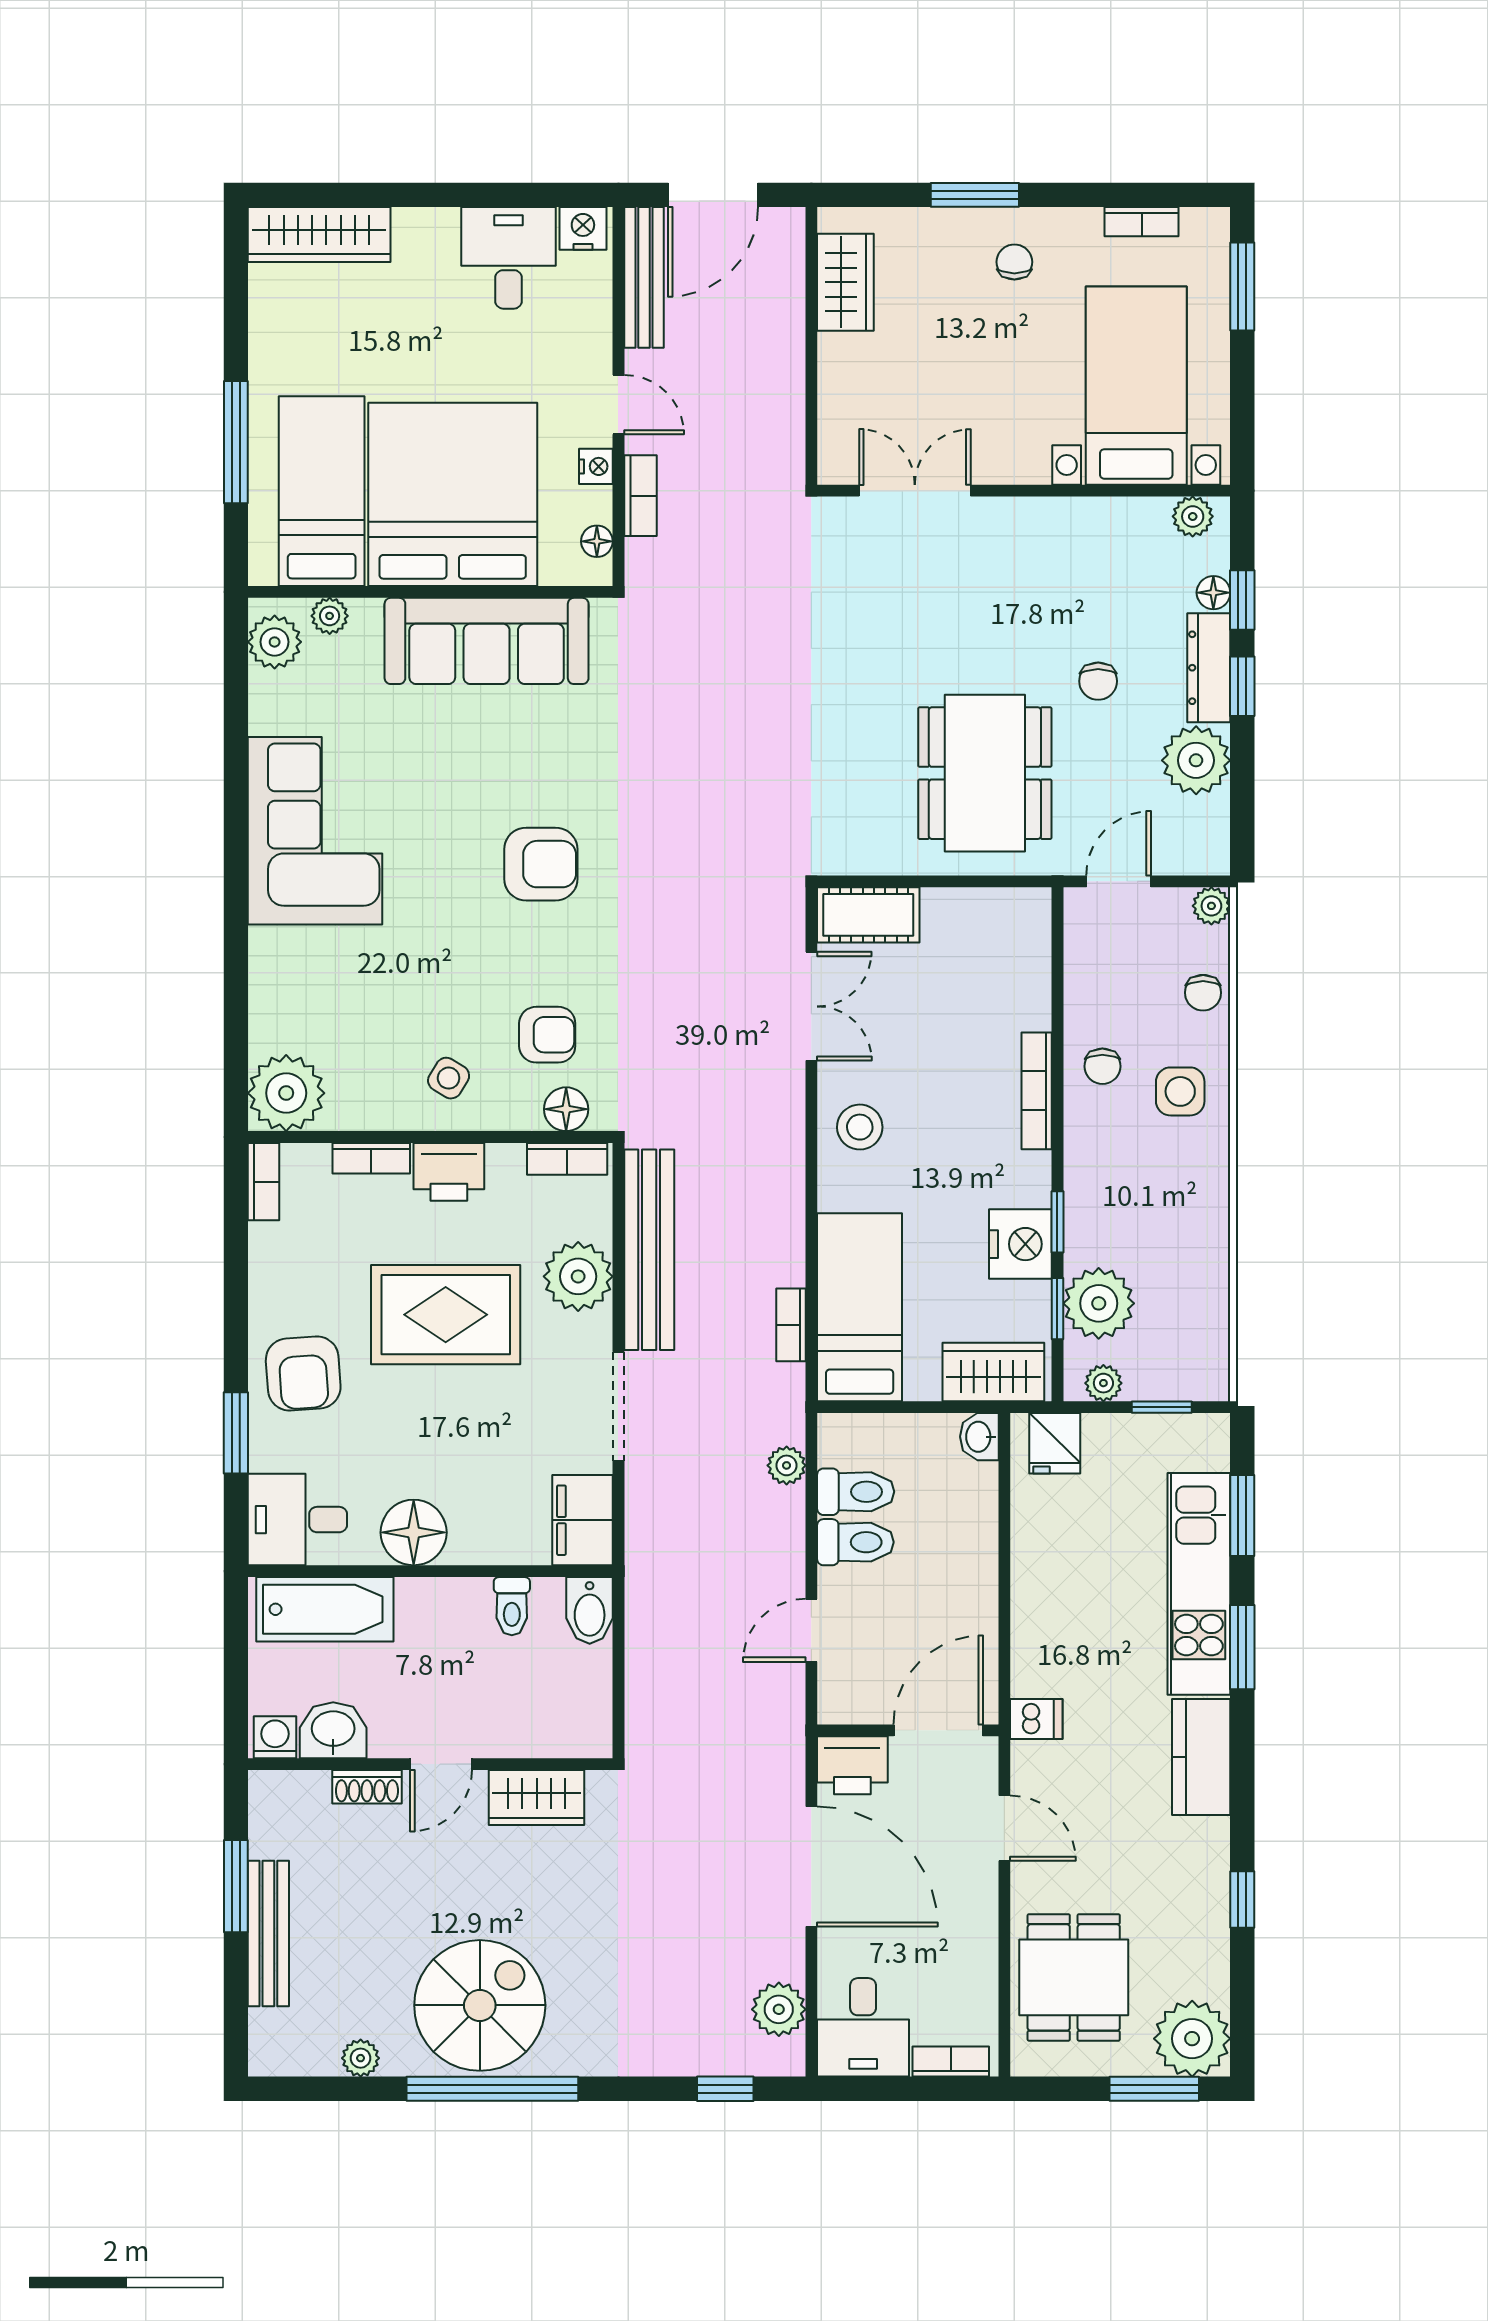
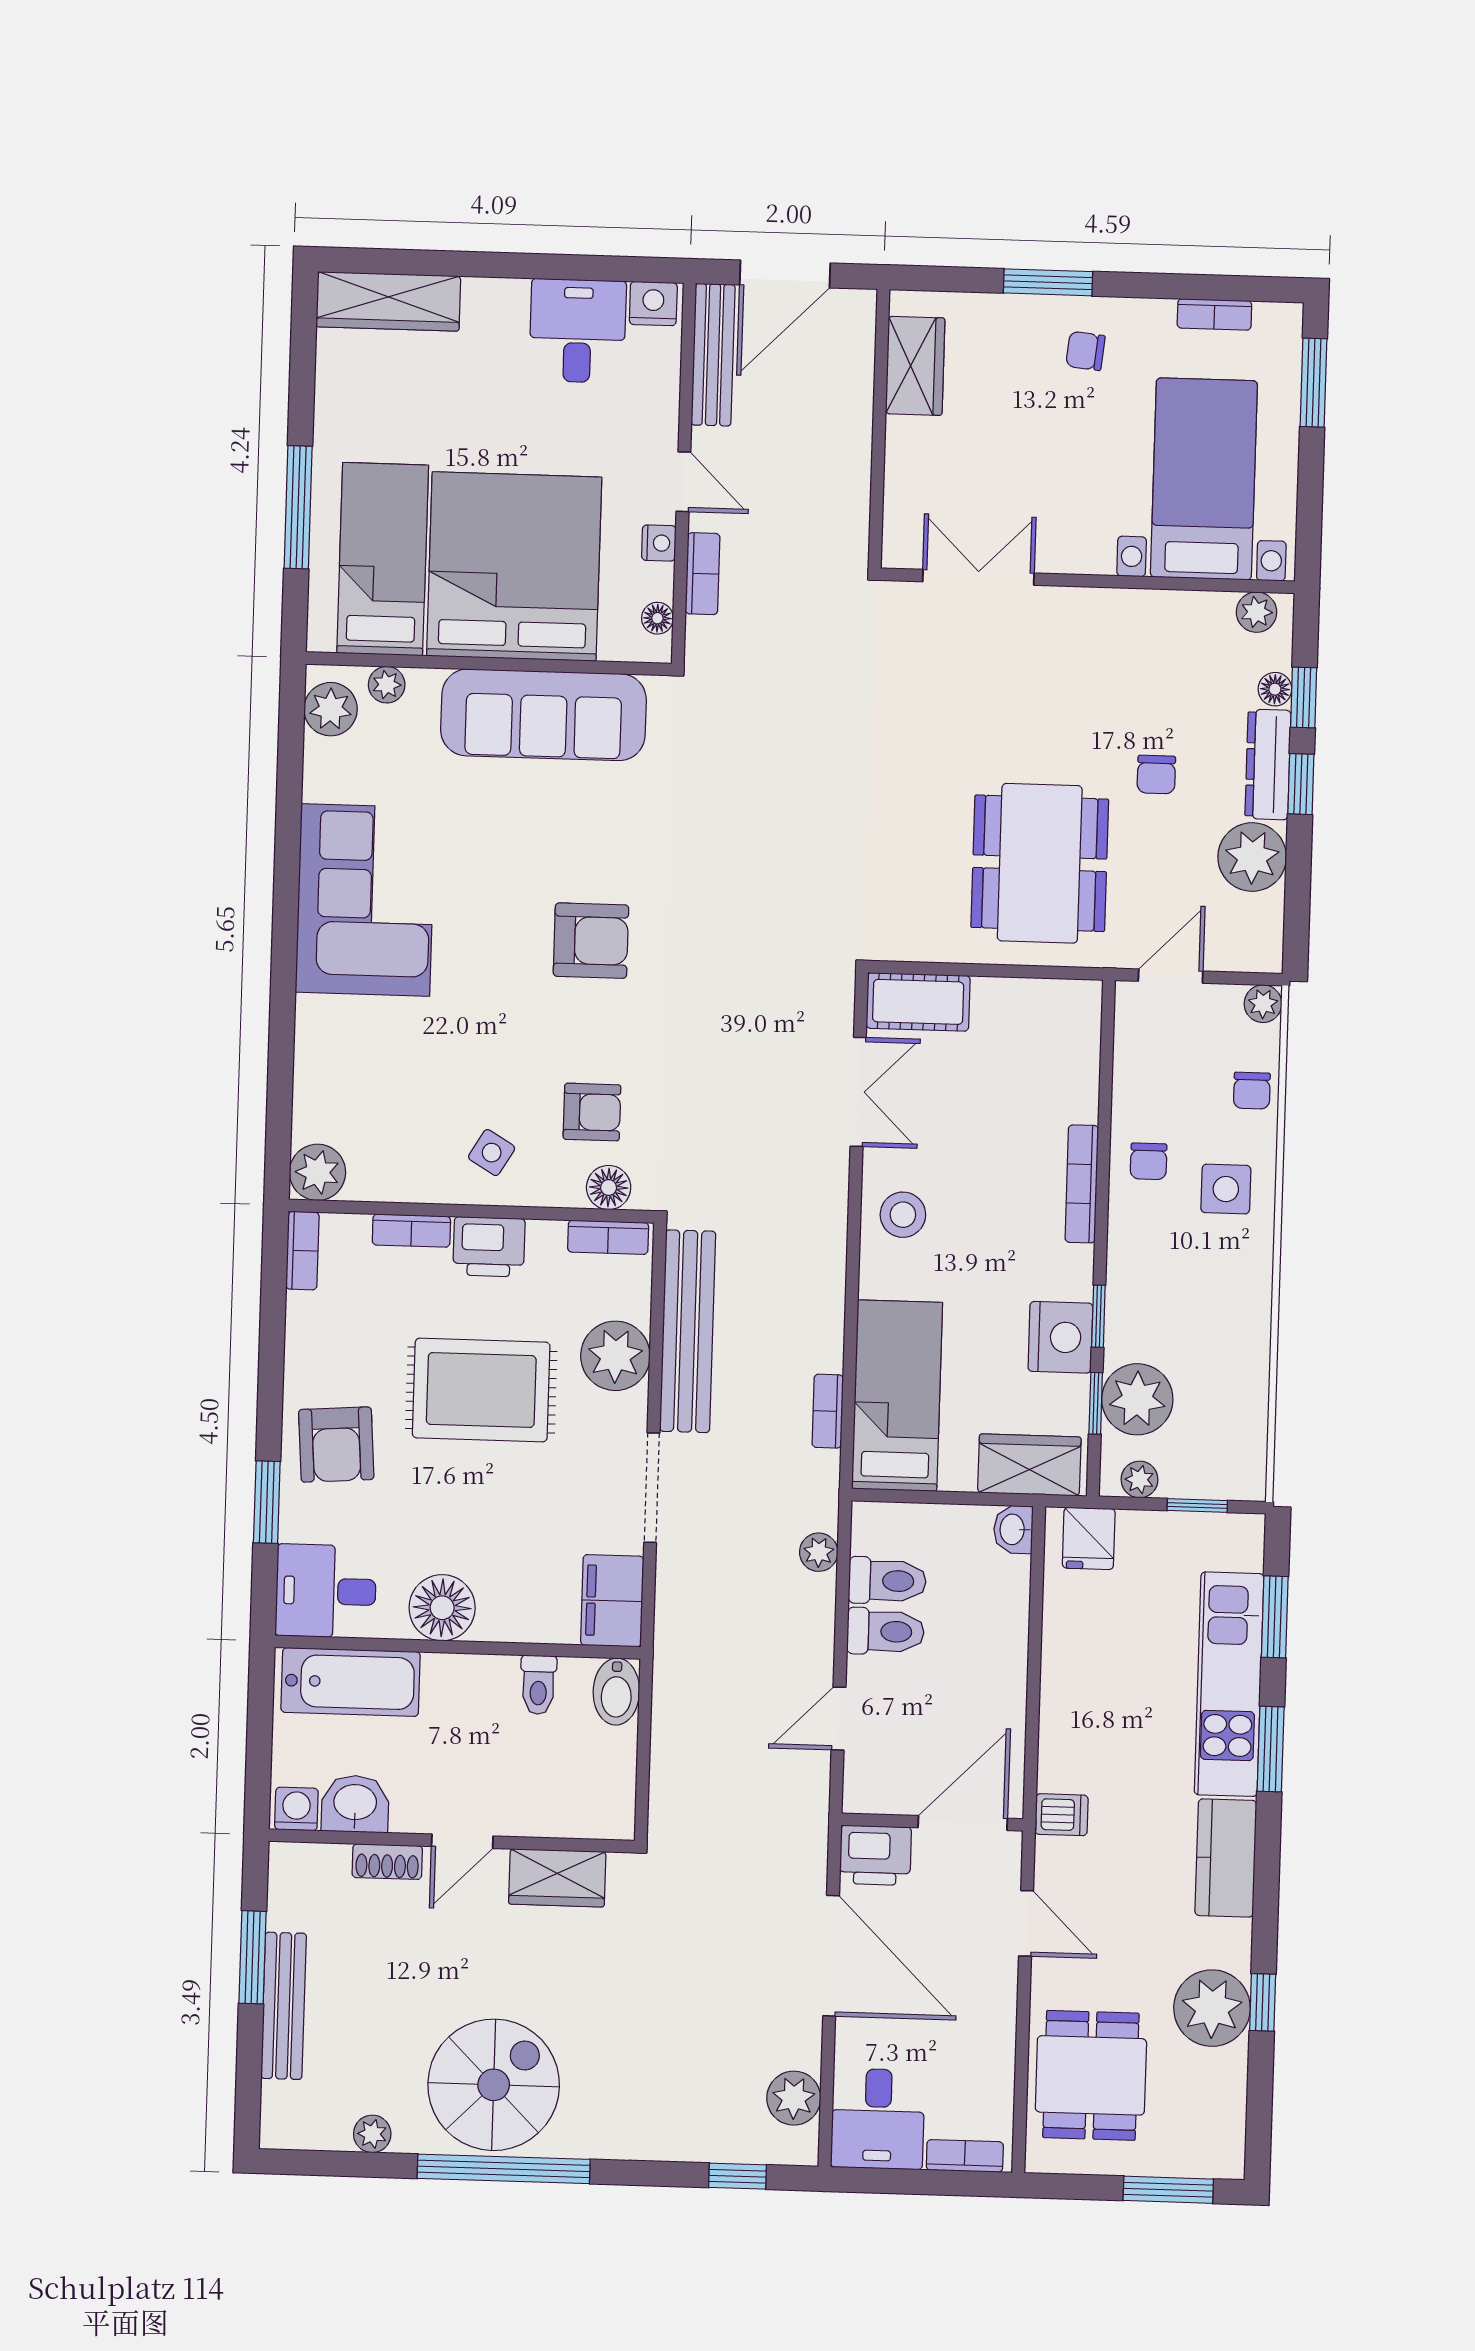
chair: (1014, 262) -> (1085, 351), turned -84
plant: (286, 1093) -> (317, 1172), width x0.73, depth x0.73
plant: (1192, 2039) -> (1212, 2008), moved

